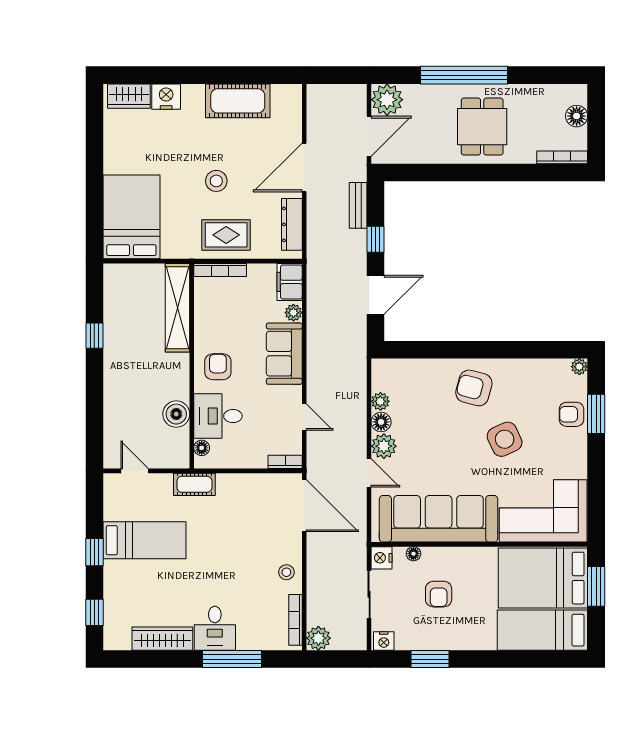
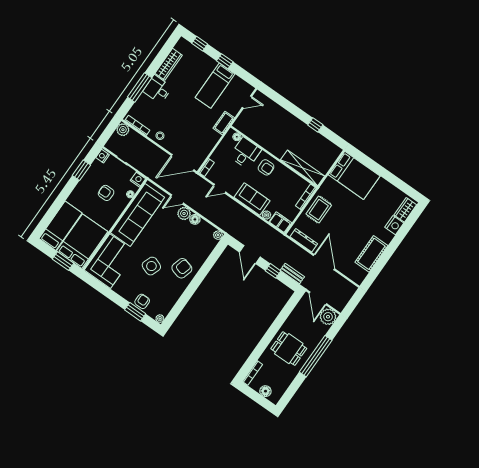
stool: (216, 181) -> (344, 221), removed
plant: (380, 401) -> (218, 235), moved
boiler: (176, 414) -> (258, 136), removed
side table: (505, 439) -> (151, 266), turned 45

